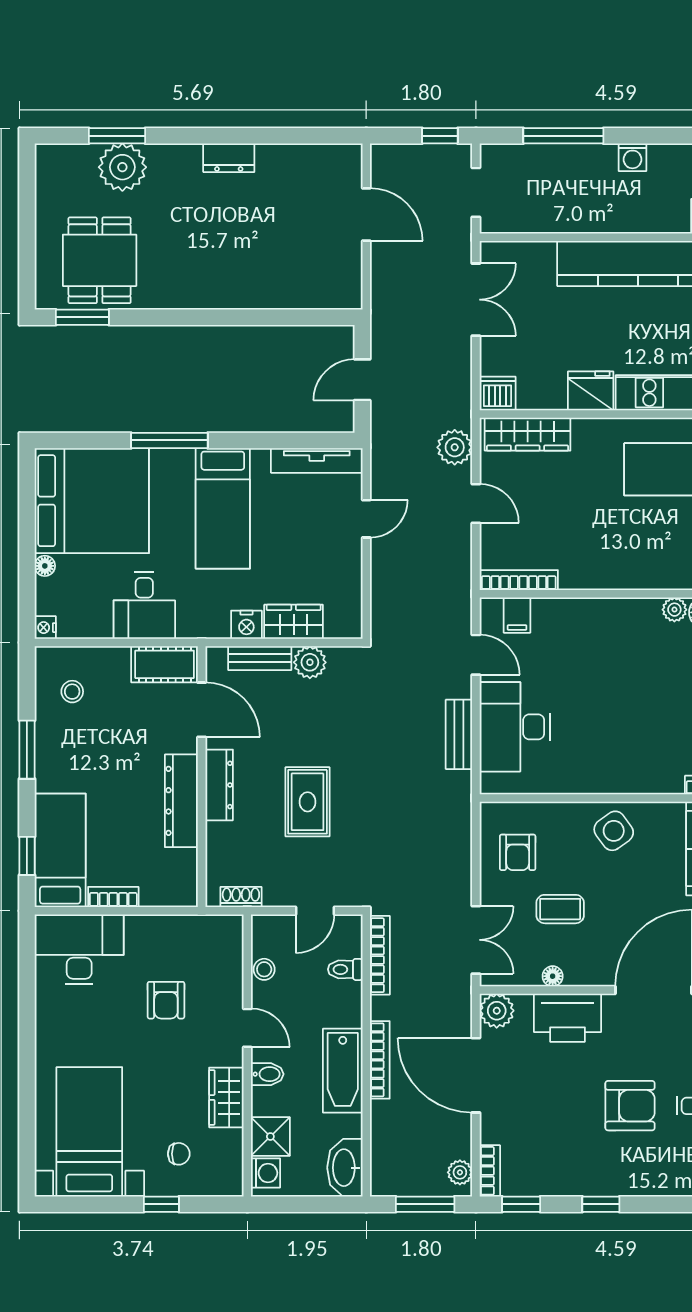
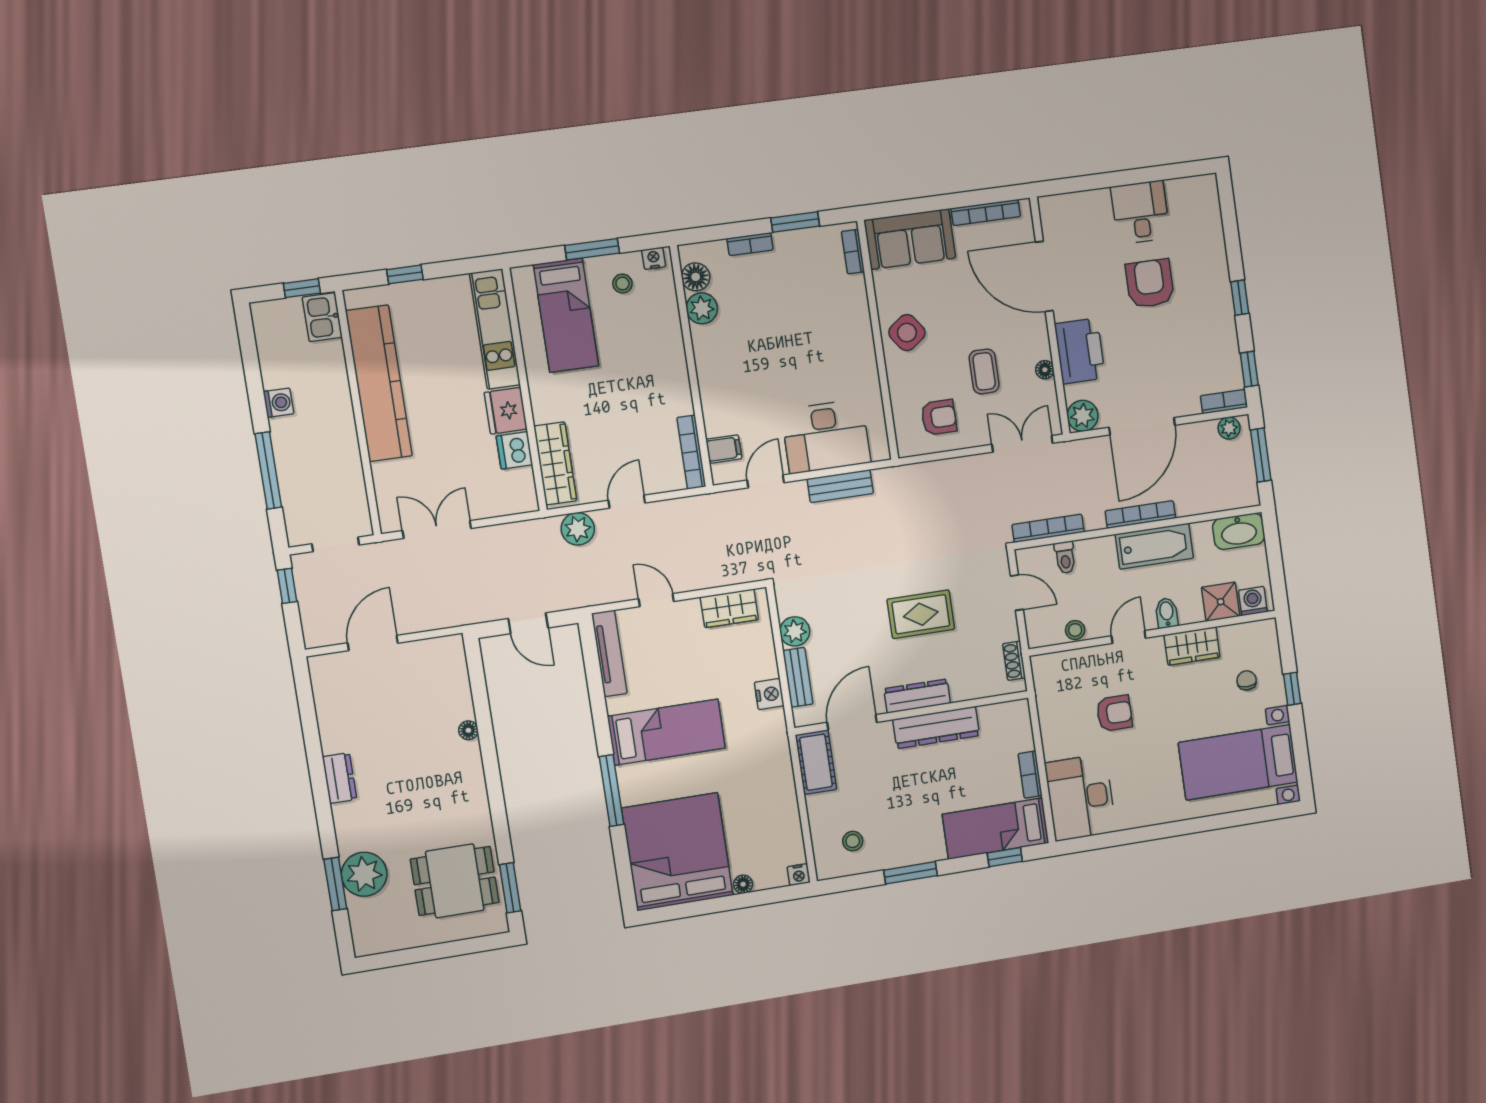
floor lamp: (258, 300) -> (468, 730), added
dishwasher: (498, 393) -> (514, 450), moved
desk: (144, 606) -> (766, 789), removed
plant: (674, 610) -> (702, 308), width x1.38, depth x1.38
wardrobe: (294, 622) -> (729, 608), moved, turned -90

